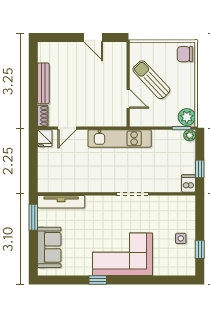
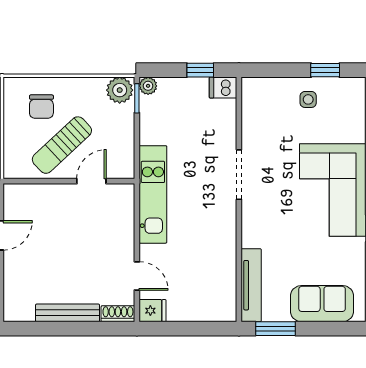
chair: (185, 54) -> (41, 107), moved

